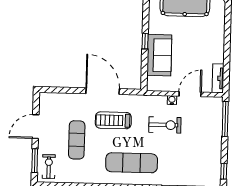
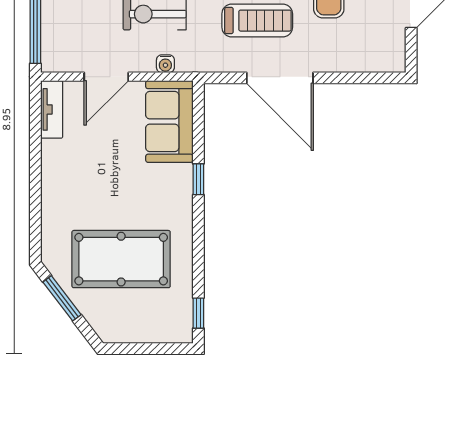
sofa: (159, 55) -> (169, 121), moved
water cooler: (172, 100) -> (165, 64), moved

